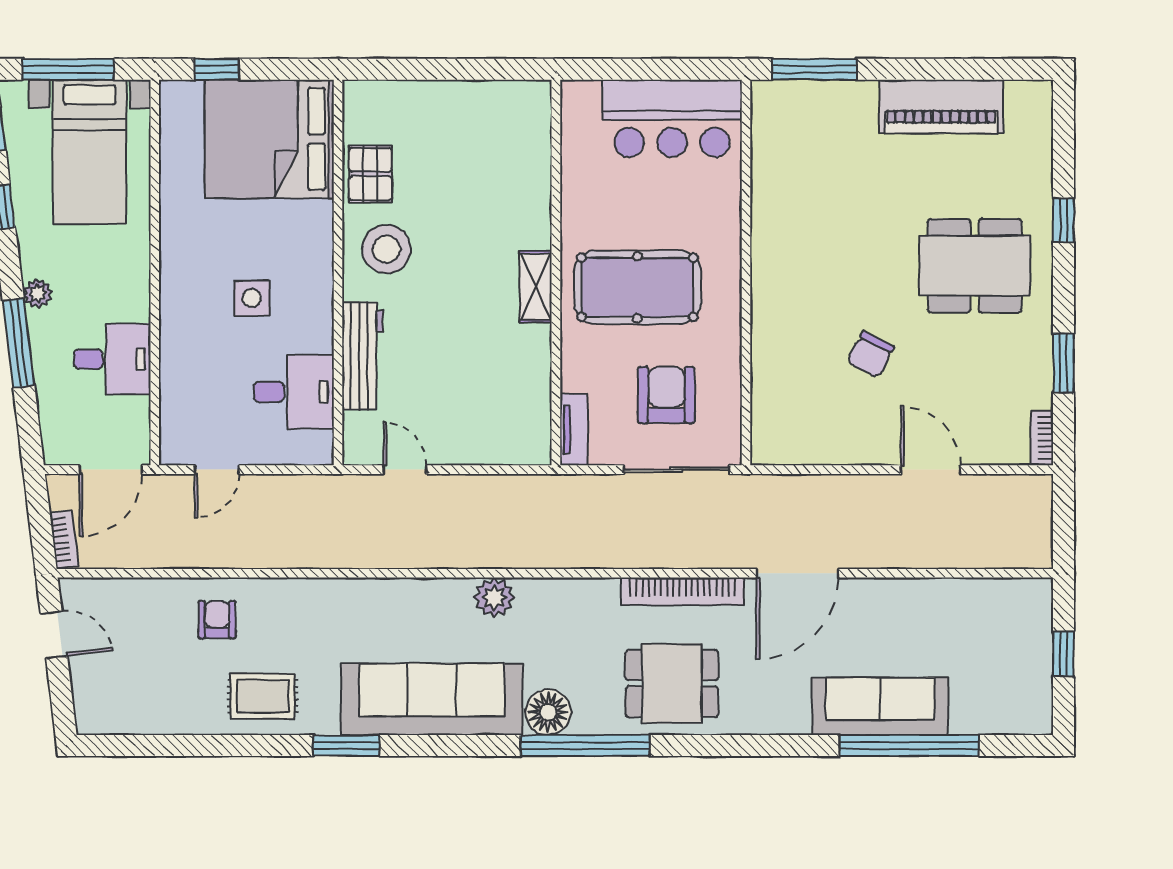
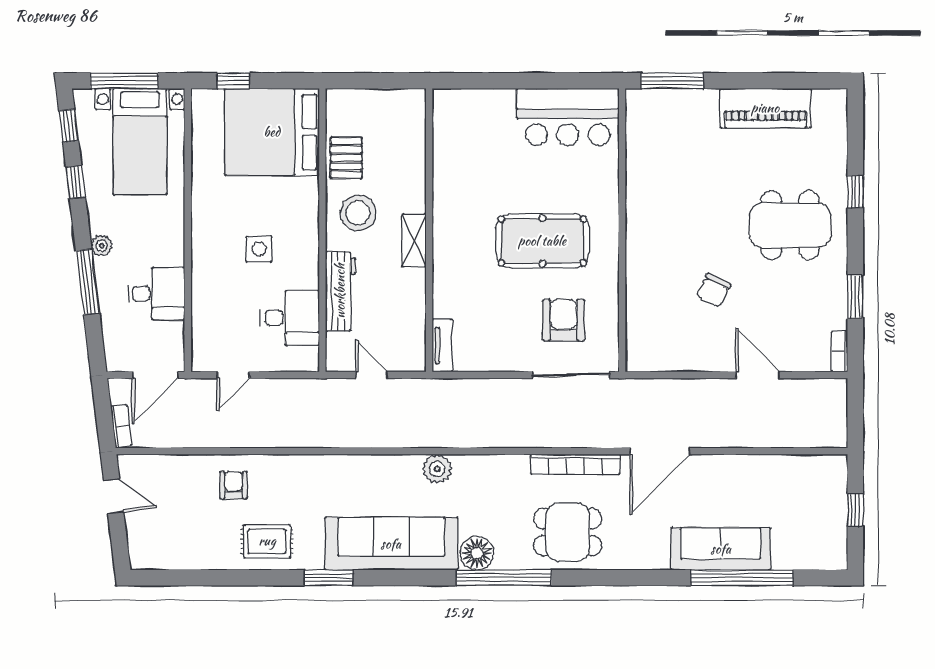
wall: (556, 273) -> (429, 230), moved
shelving: (536, 287) -> (414, 240), moved
tv unit: (574, 429) -> (442, 345), moved

